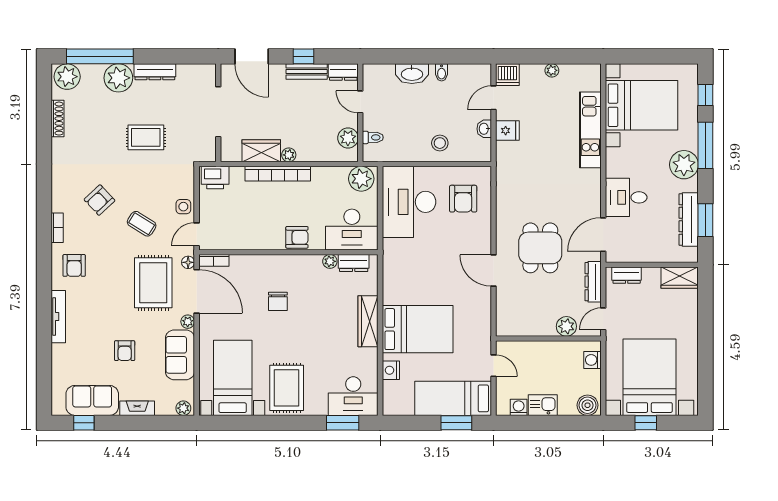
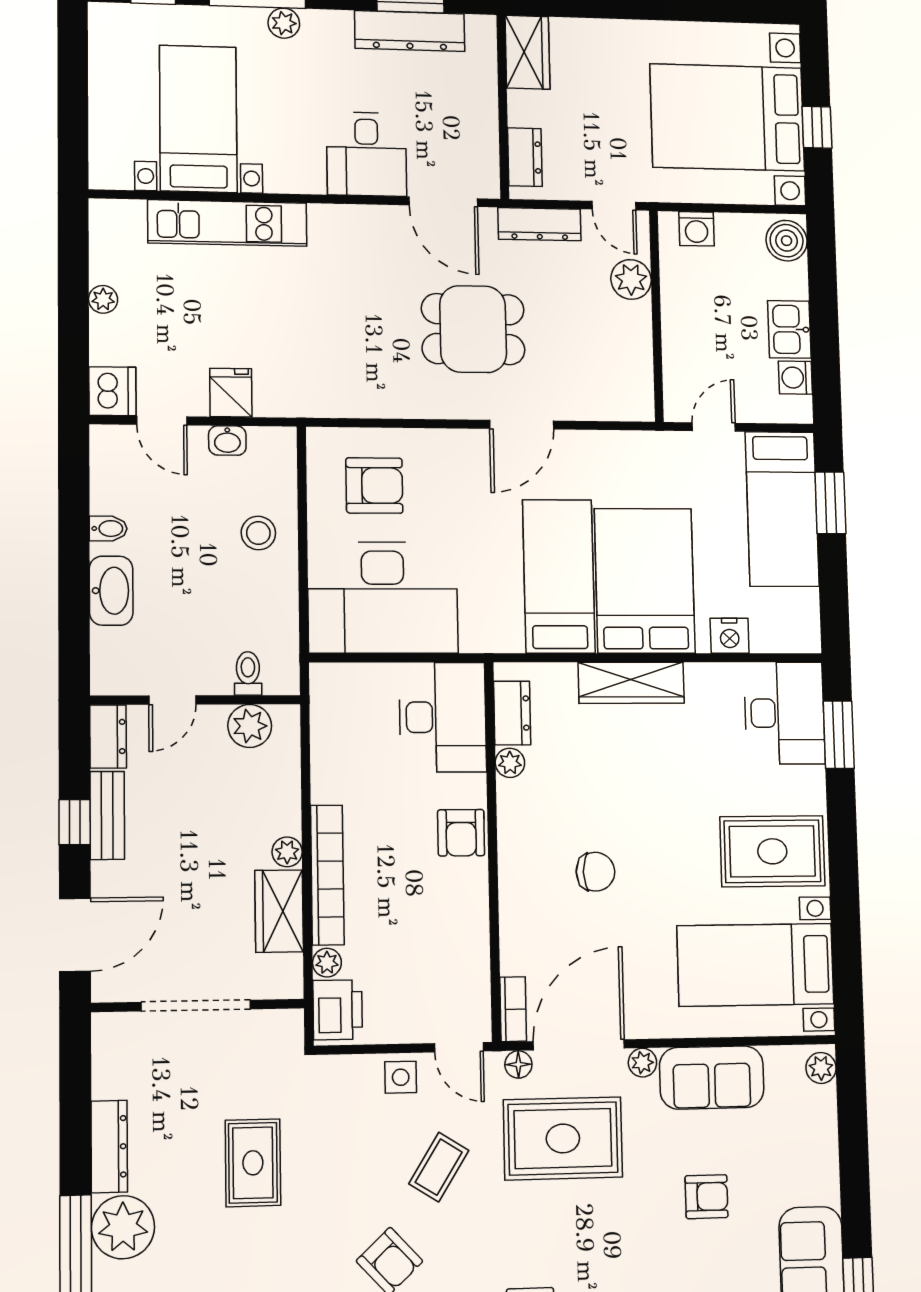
bed with nightstands: (642, 105) -> (198, 119), width x0.73
plant: (684, 165) -> (284, 23), width x0.53, depth x0.53
plant: (361, 179) -> (327, 963), moved, width x0.53, depth x0.53
armchair: (297, 237) -> (461, 833), turned 180
bed: (420, 287) -> (559, 576), added
fireplace: (137, 408) -> (824, 1166), removed

